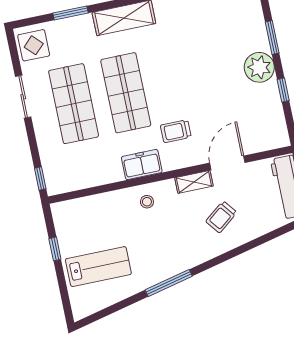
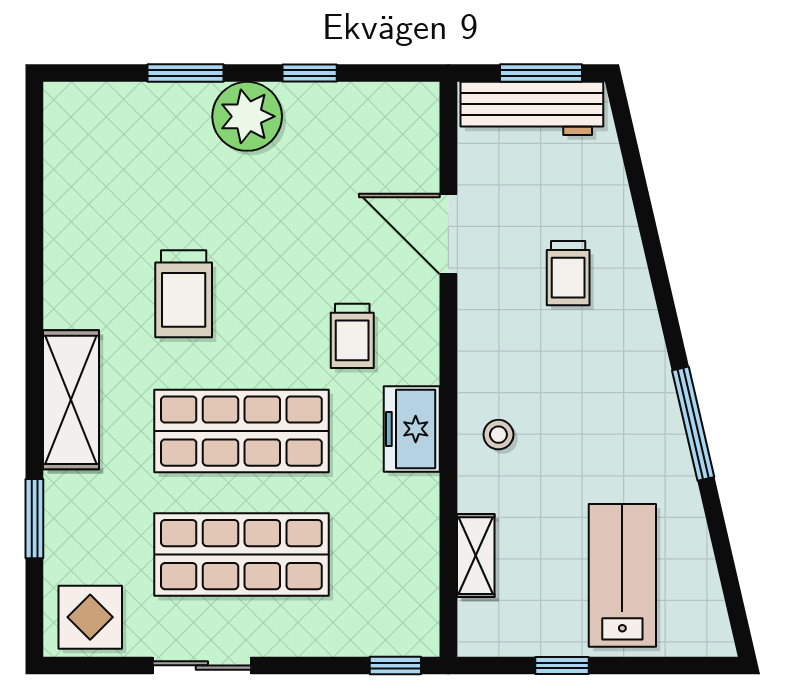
trolley: (179, 56) -> (184, 294), added
shelving: (194, 182) -> (476, 556), moved
trolley: (221, 217) -> (568, 273), turned 38

